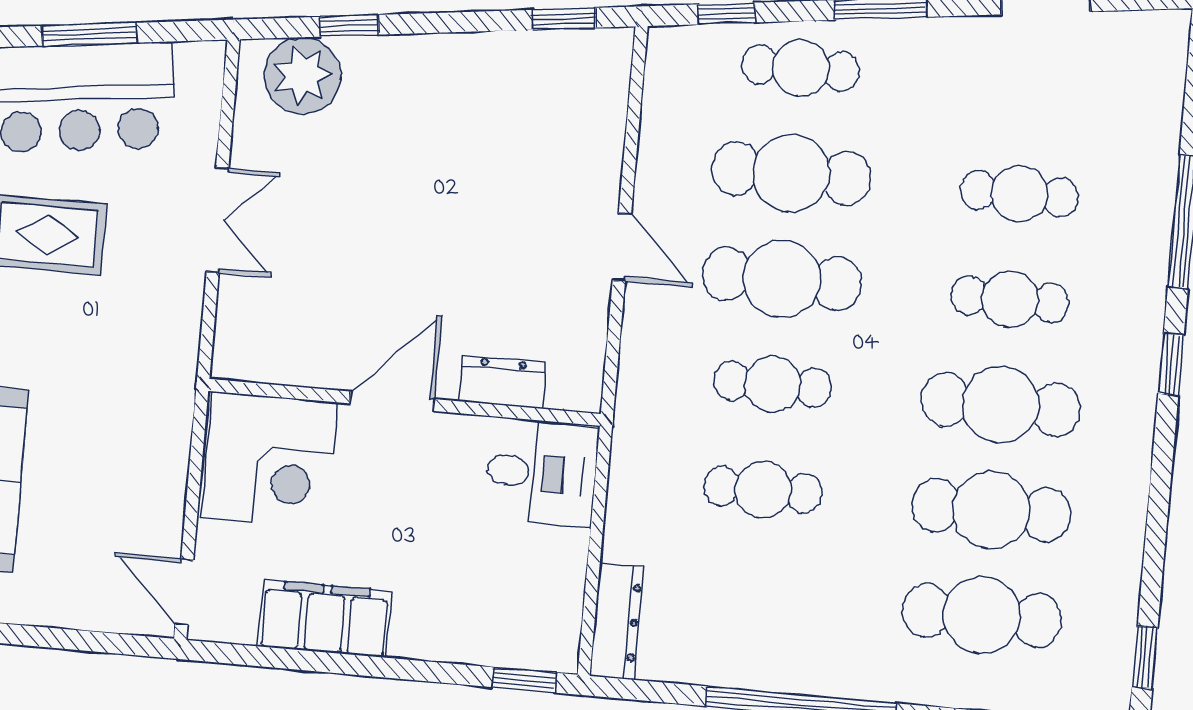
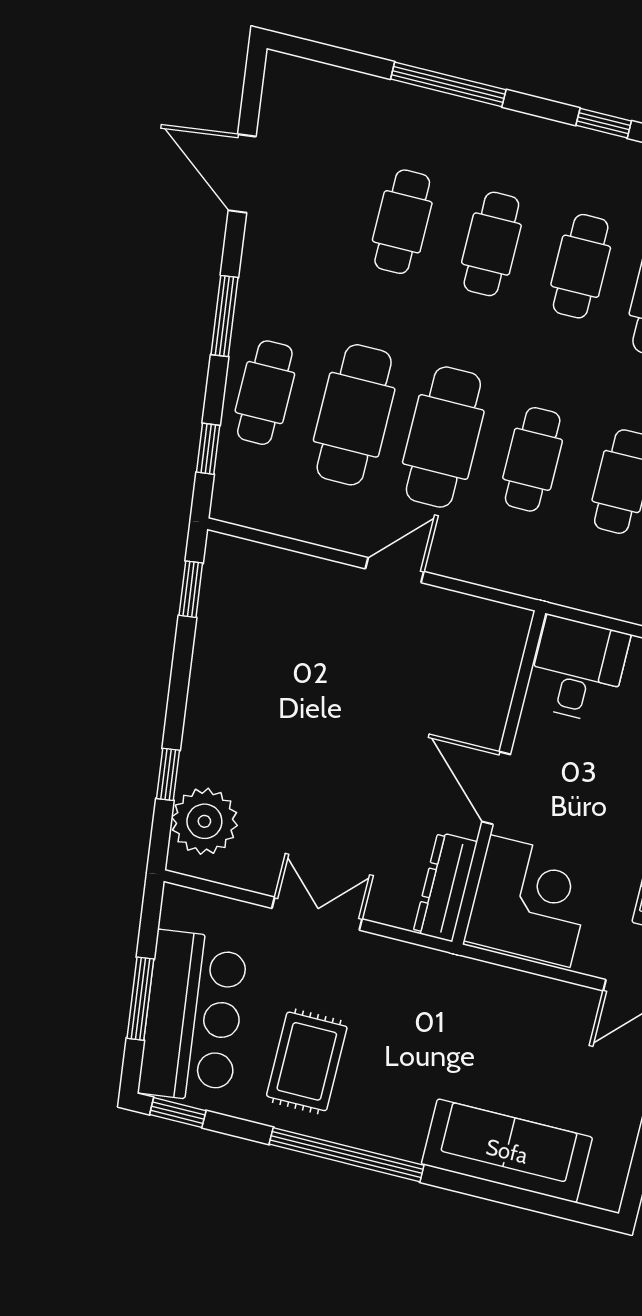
window: (1171, 364) -> (604, 123), moved
dresser: (502, 382) -> (445, 887), moved, width x1.44
cafe table: (1001, 405) -> (581, 266), width x0.73, depth x0.74

